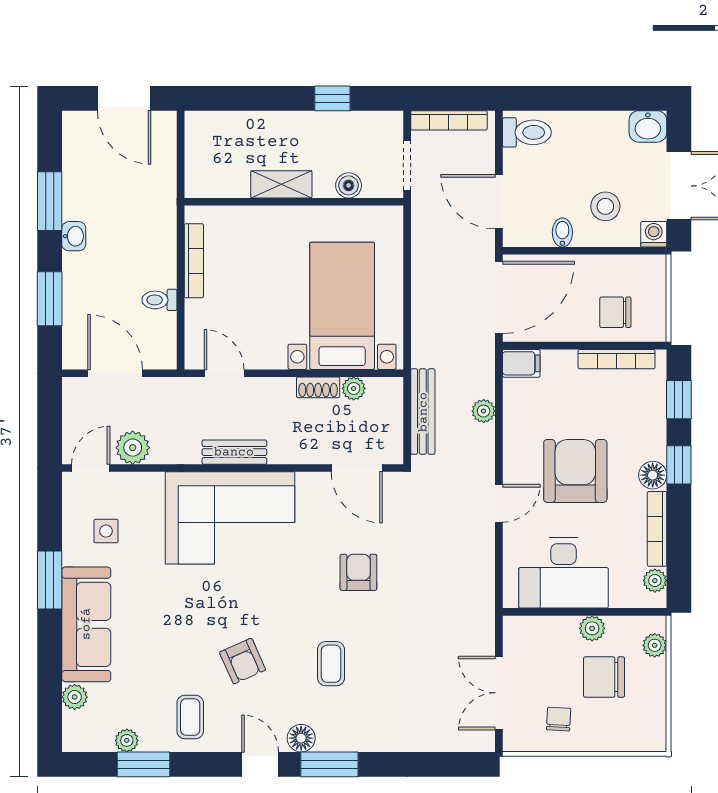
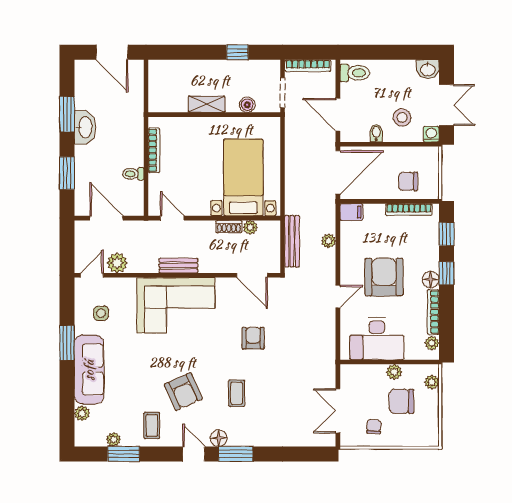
washbasin: (74, 236) -> (85, 127), width x1.91, depth x1.45
armchair: (243, 661) -> (183, 392), width x1.38, depth x1.38

